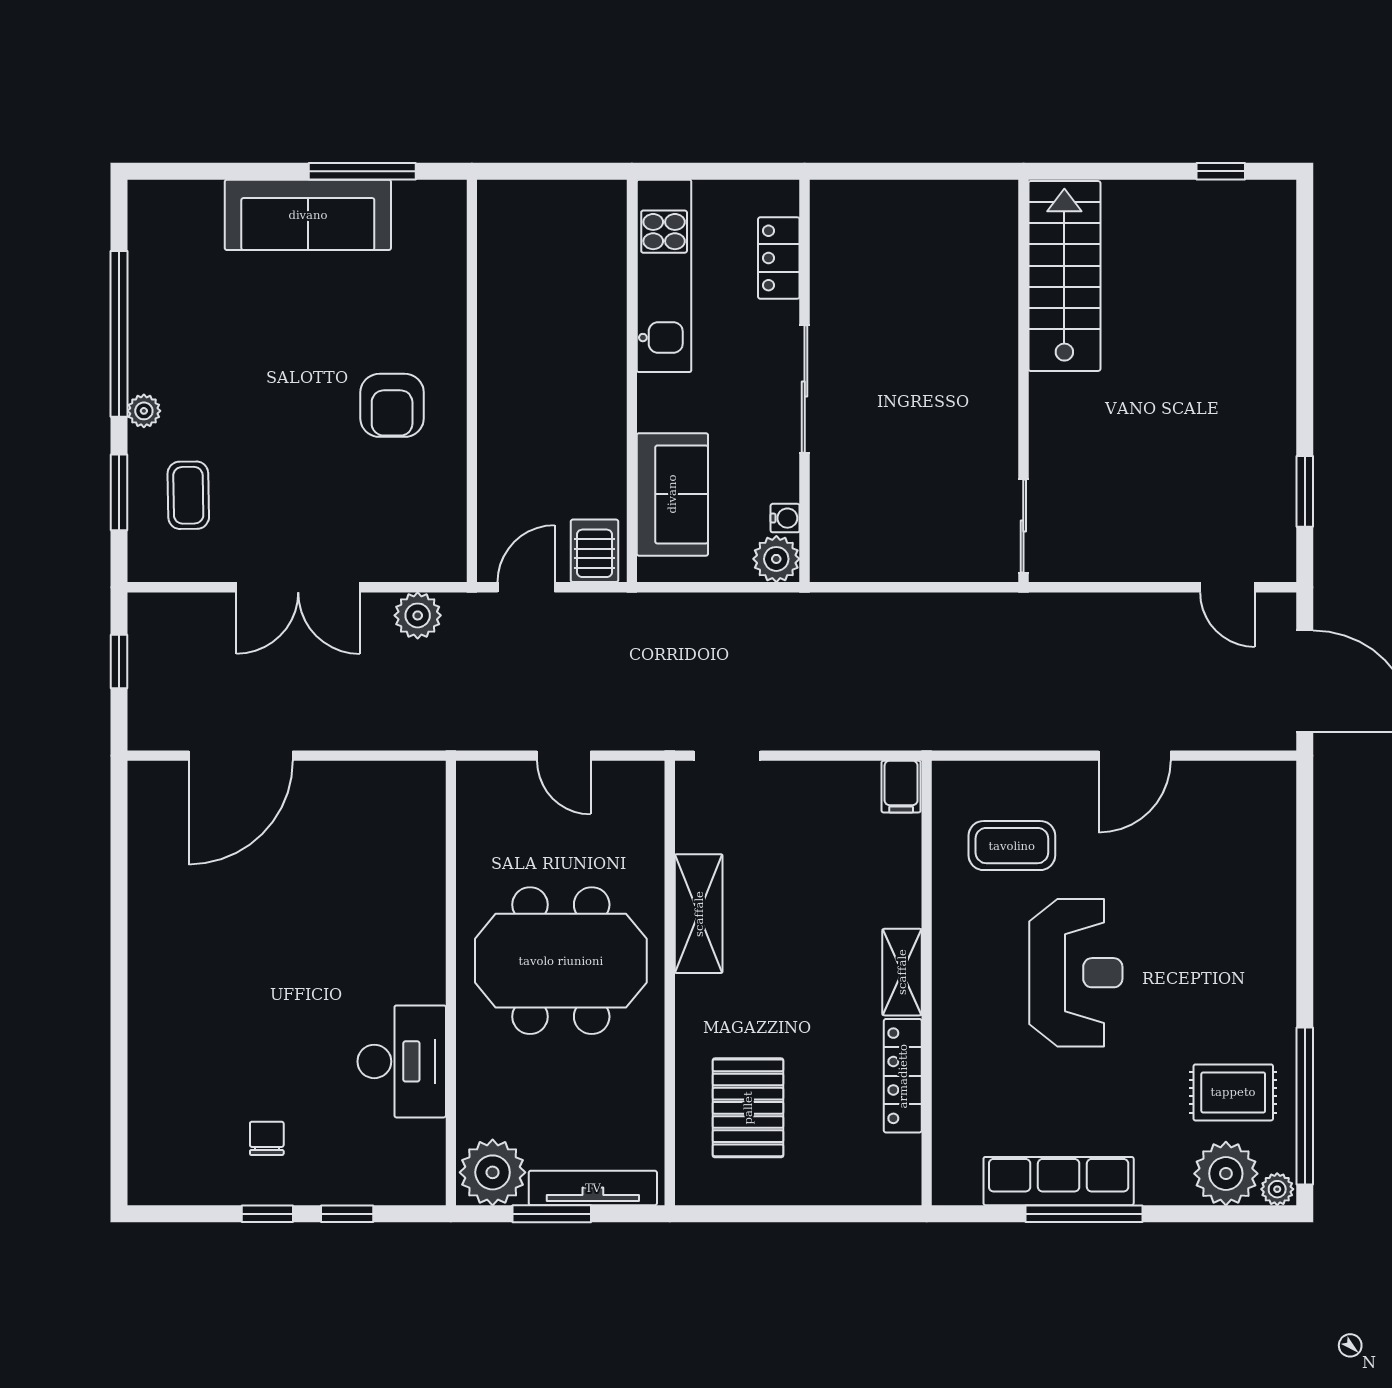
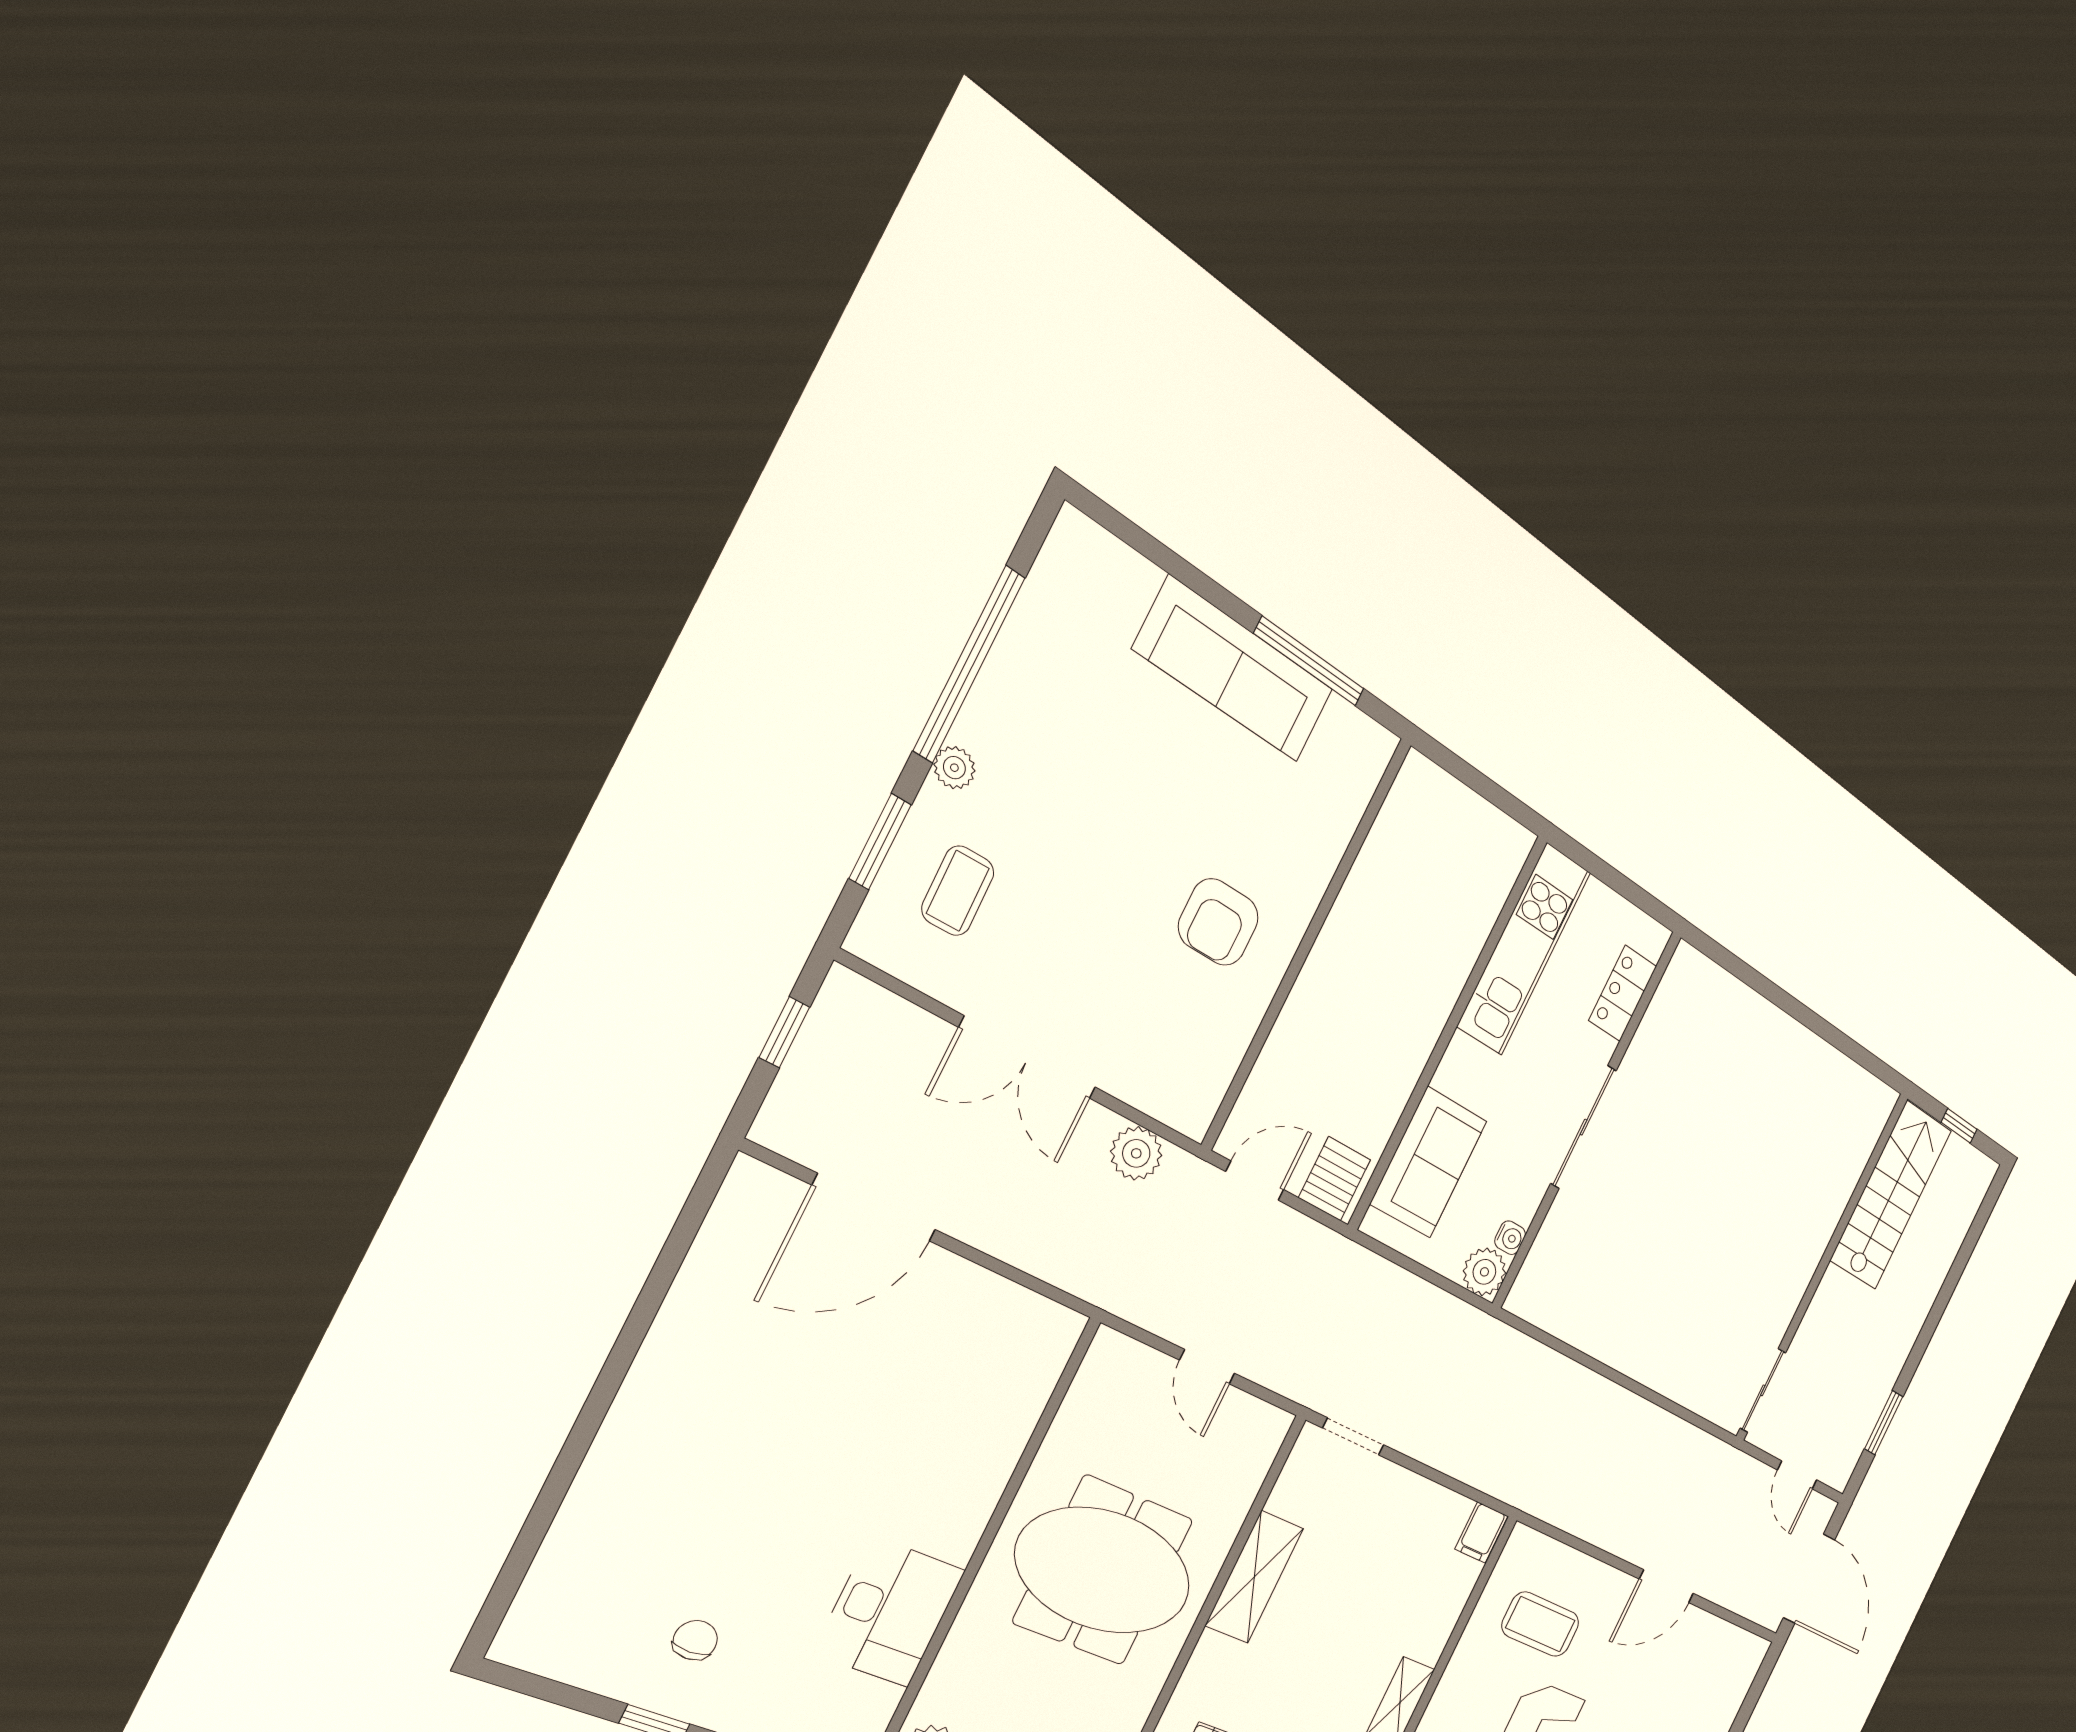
stairs: (1064, 276) -> (1891, 1195), moved
wall: (1023, 381) -> (1822, 1267), moved
sliding door: (1023, 526) -> (1763, 1390), moved

